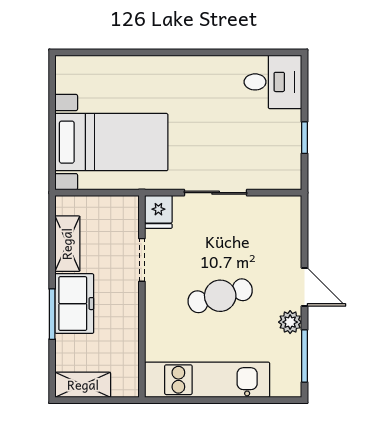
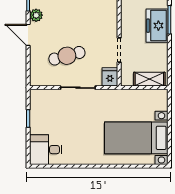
bed with nightstands: (111, 142) -> (136, 138), moved
shelving: (67, 244) -> (149, 79), moved, turned 90
cafe table: (220, 296) -> (67, 56), moved

